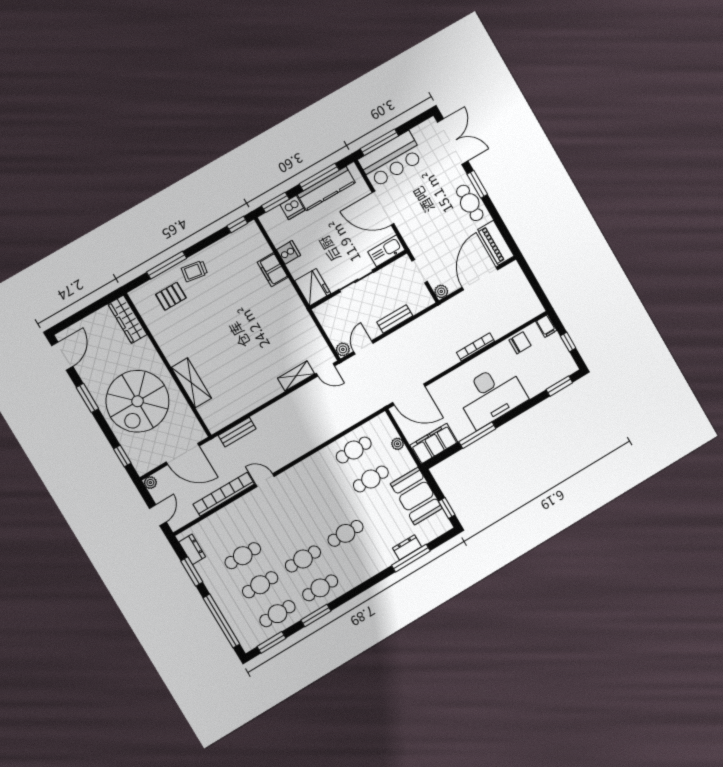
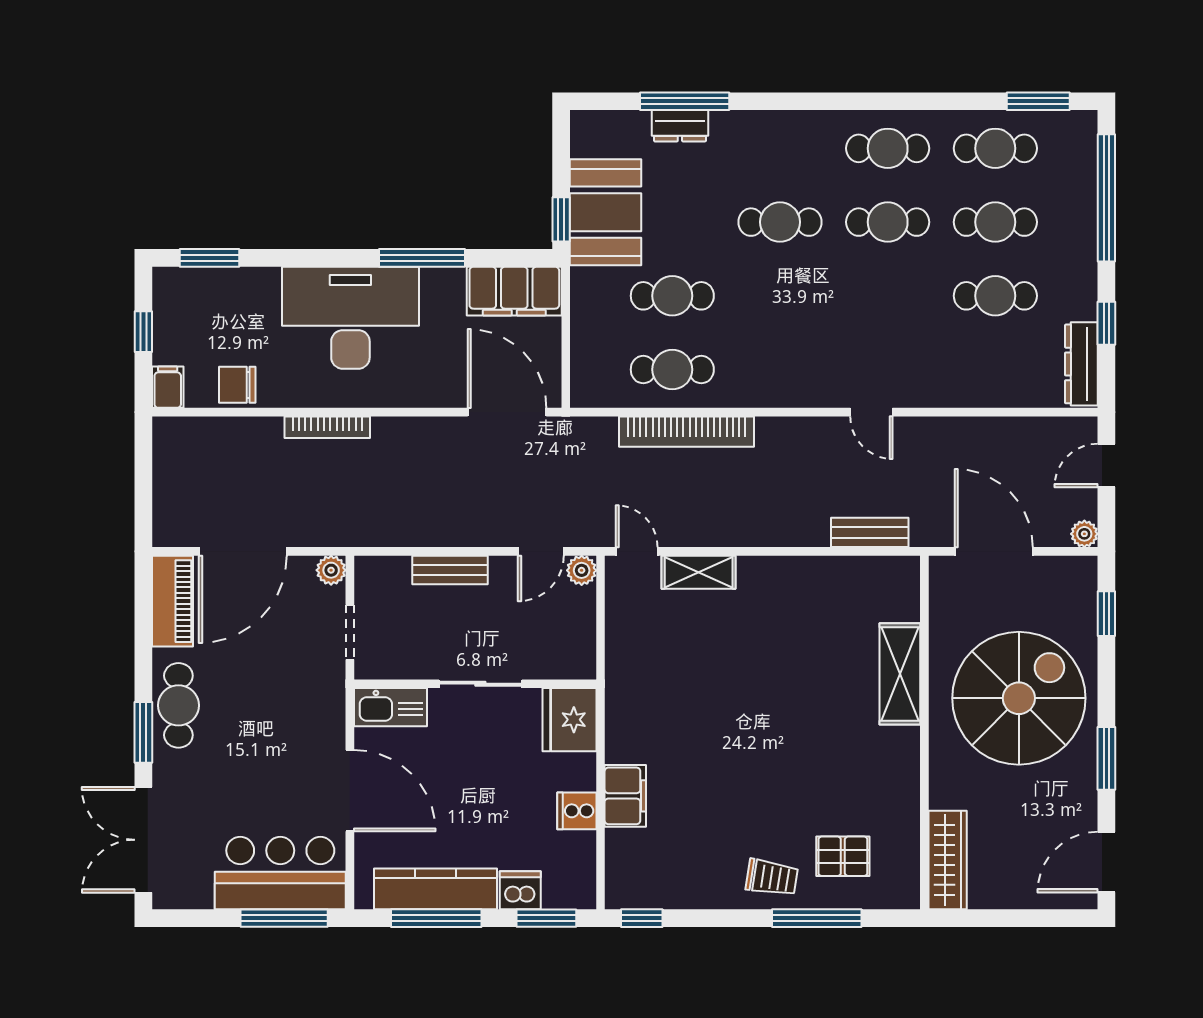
plant: (398, 444) -> (583, 332), removed
bookcase: (224, 494) -> (686, 432), moved
window: (447, 508) -> (561, 219), moved
dresser: (192, 549) -> (1081, 364), width x1.44
window: (192, 572) -> (1106, 323), width x0.67
window: (316, 616) -> (926, 101), removed

